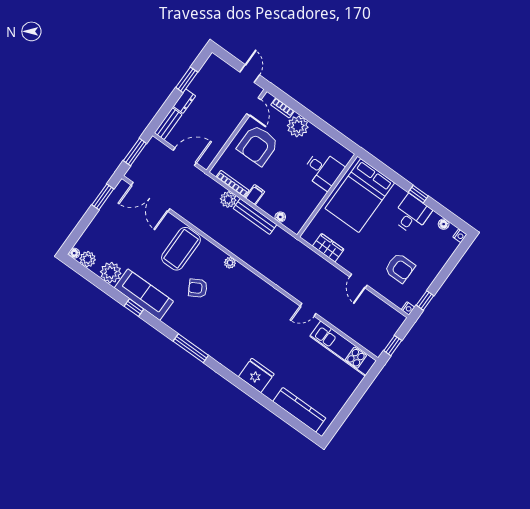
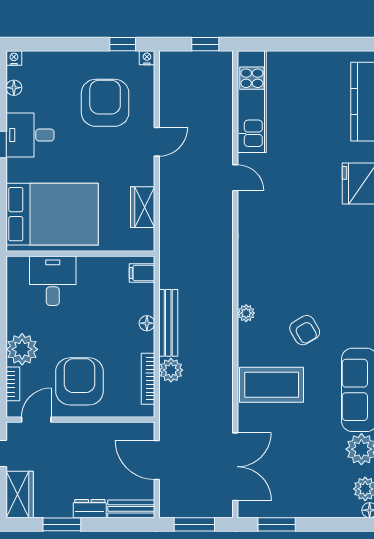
wardrobe: (219, 68) -> (20, 494), added
armchair: (258, 145) -> (79, 381), turned -90
filing cabinet: (255, 195) -> (142, 273), moved
floor lamp: (280, 217) -> (147, 323), moved
armchair: (400, 268) -> (105, 103), width x1.36, depth x1.36

